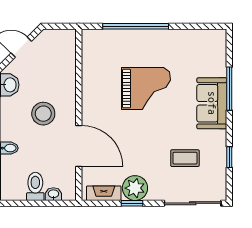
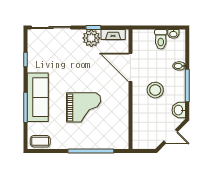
grand piano: (146, 89) -> (84, 107), turned 180
sofa: (212, 103) -> (38, 97), width x1.36
coffee table: (185, 158) -> (40, 141), moved
washbasin: (53, 194) -> (173, 34), moved

